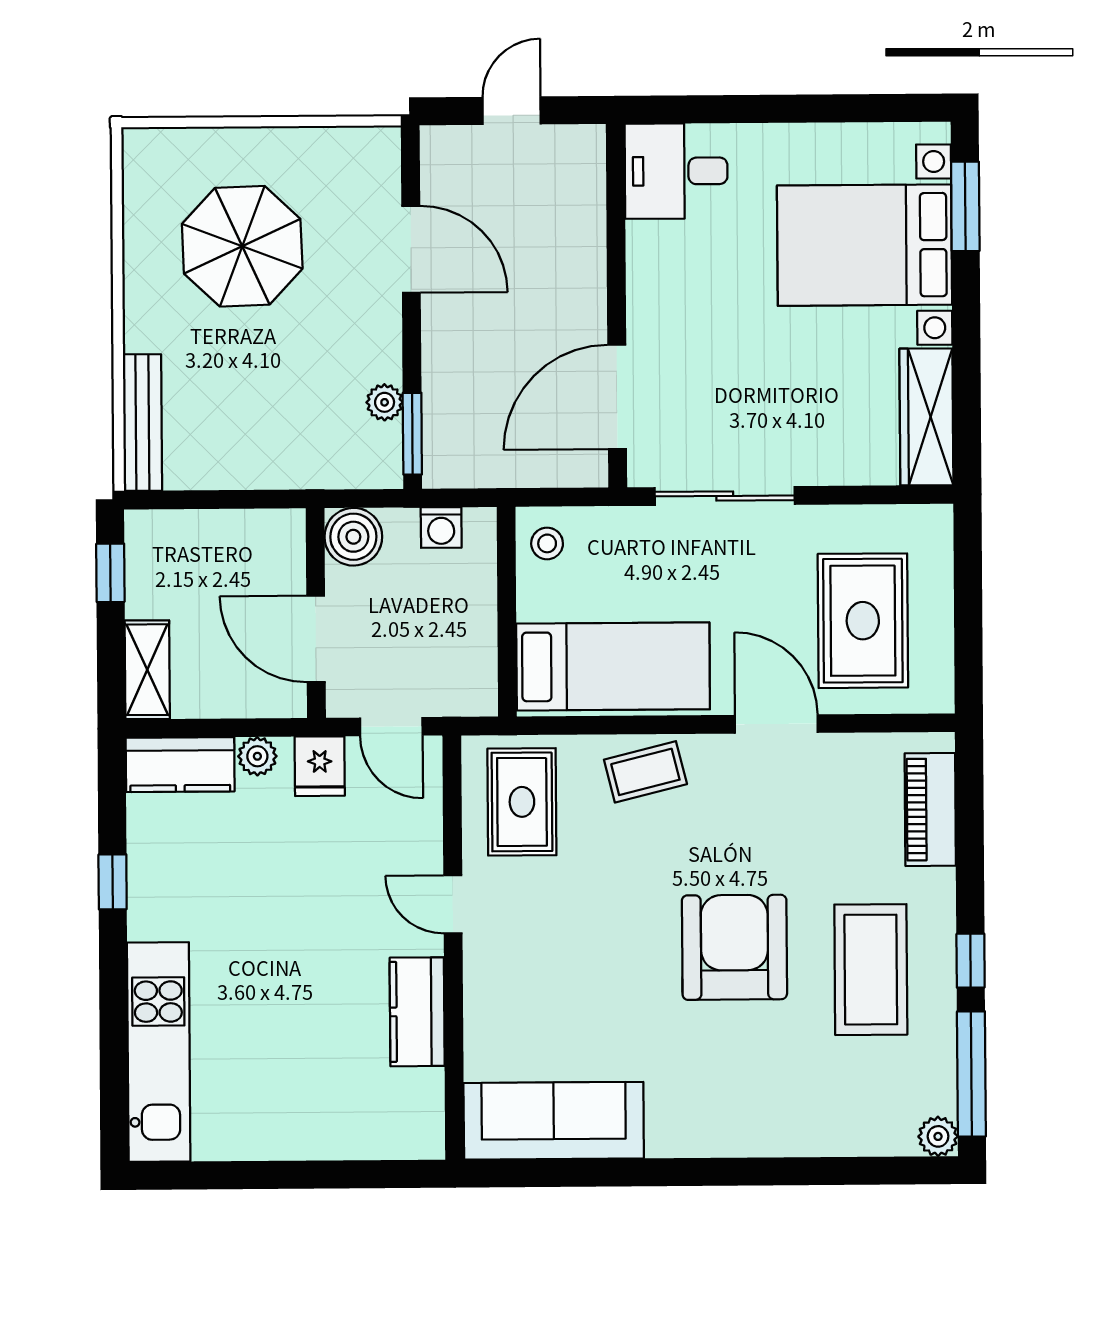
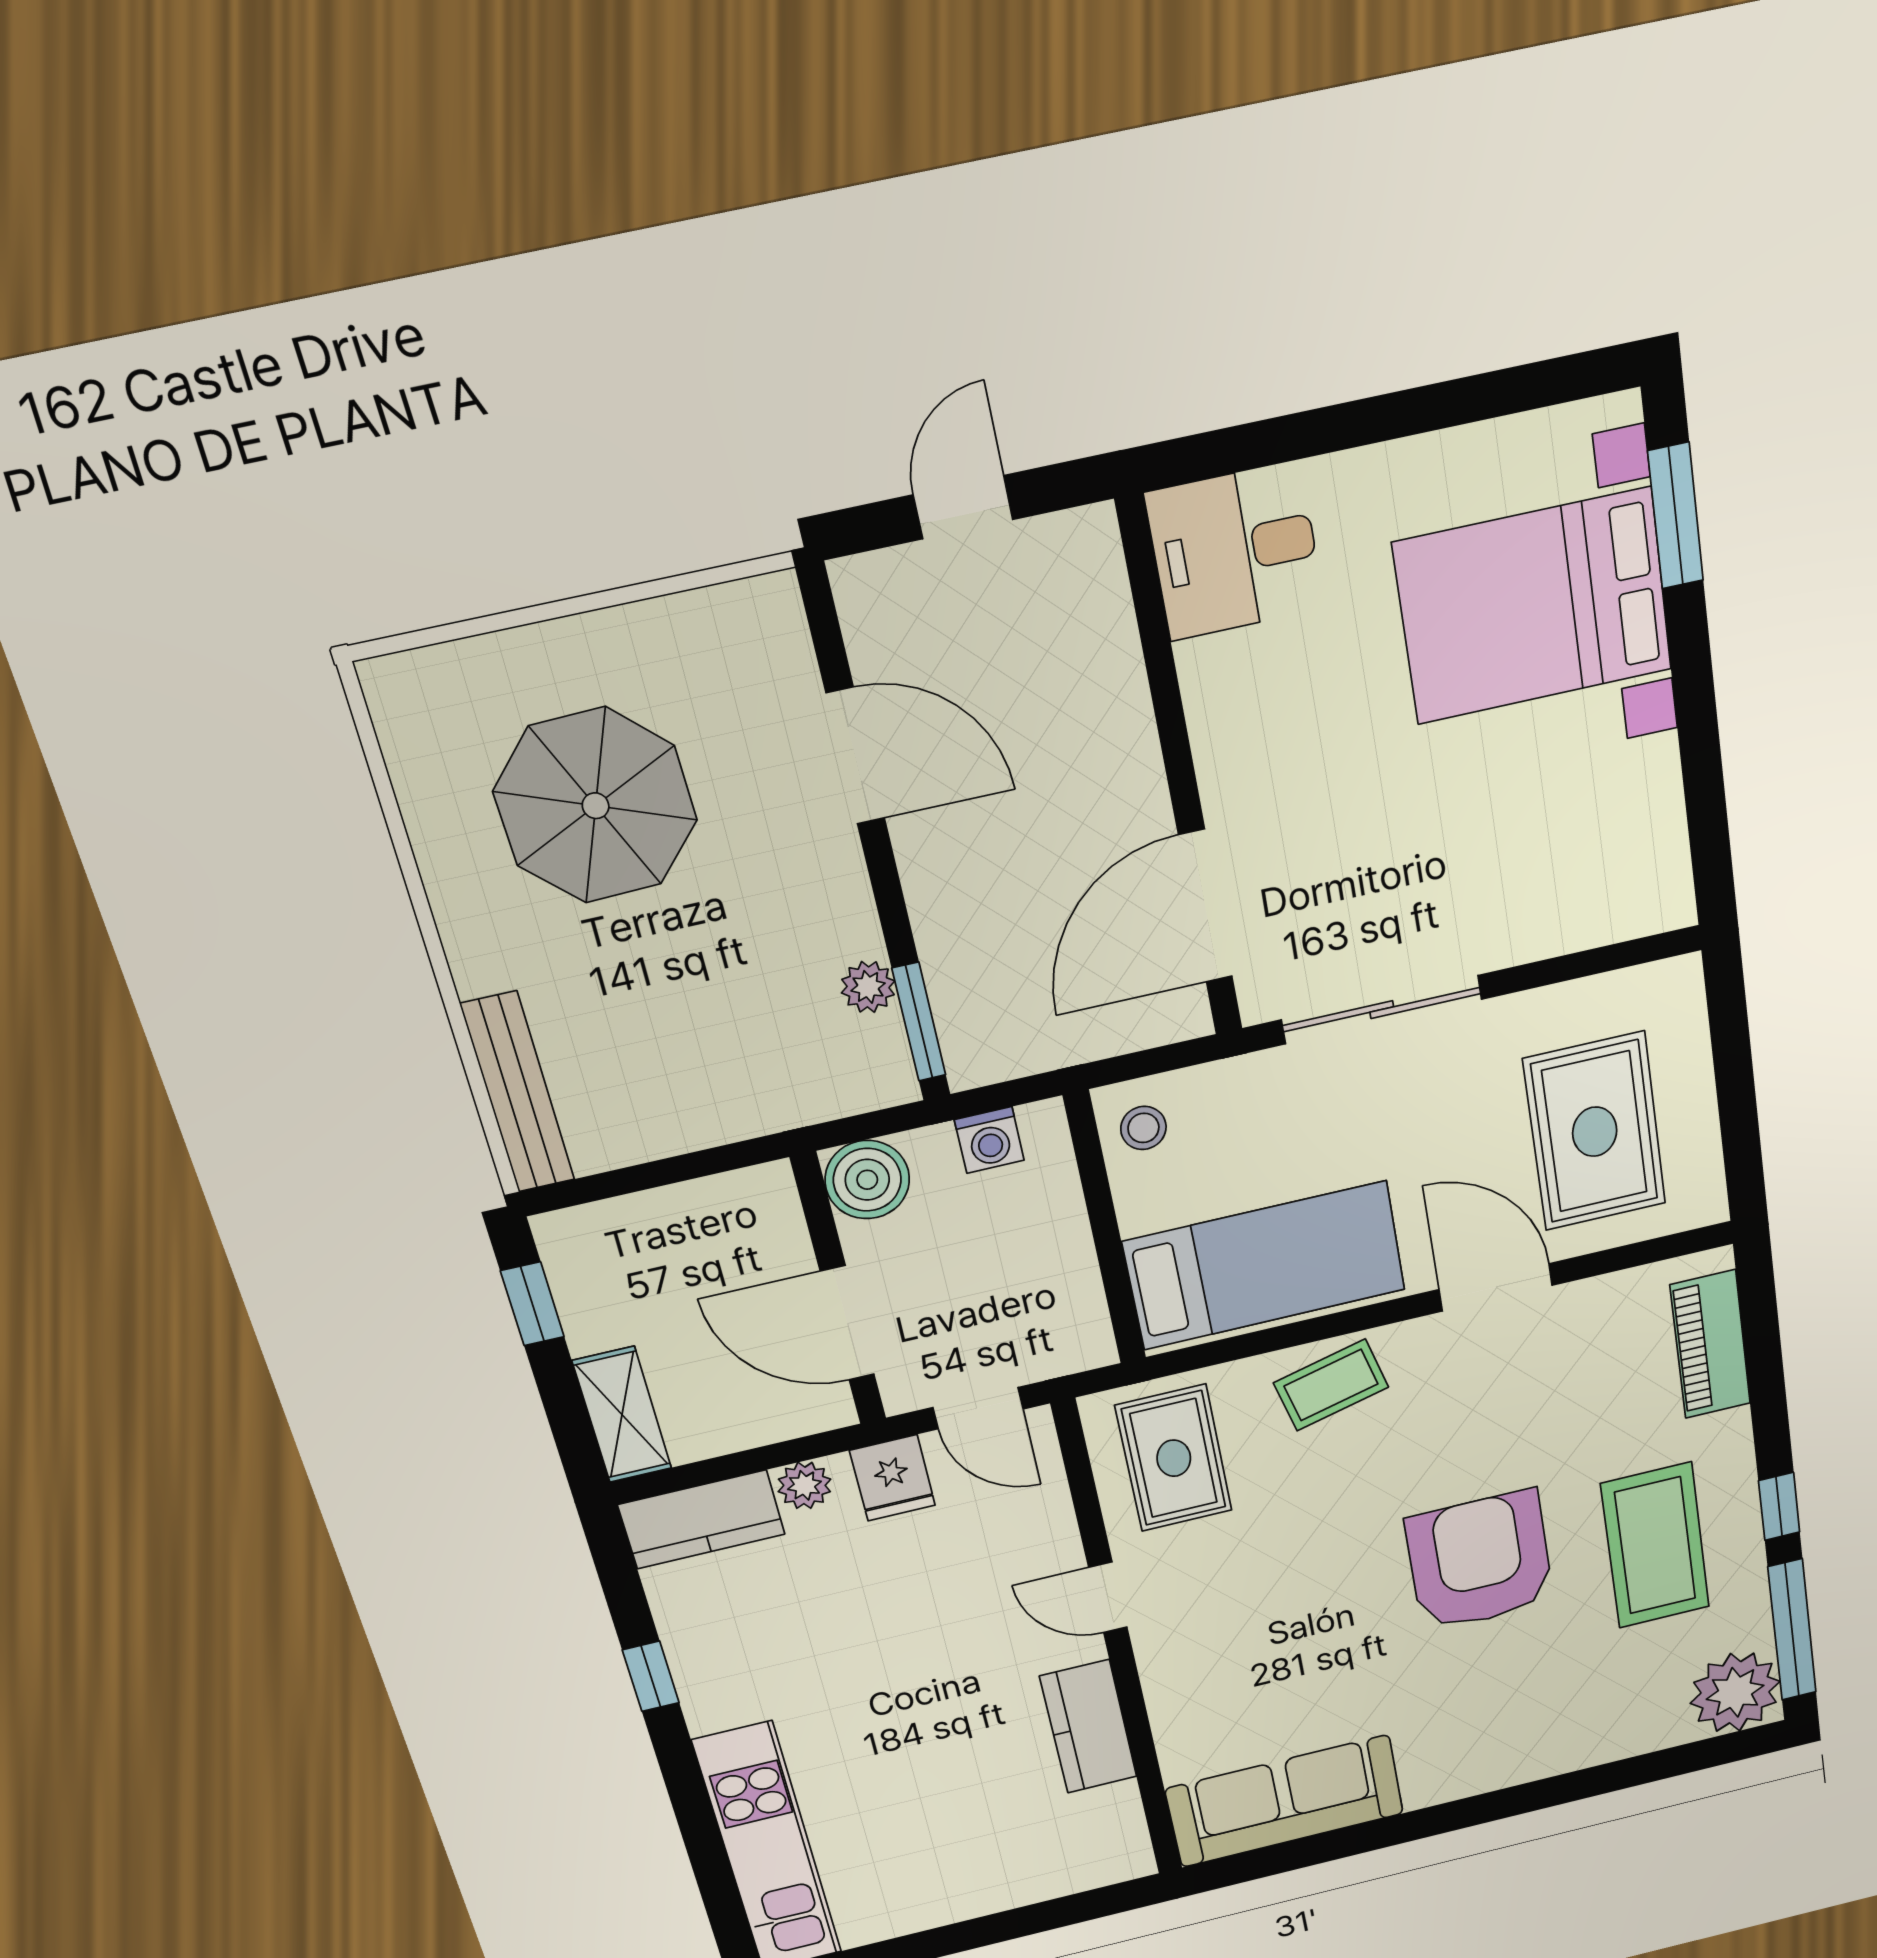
wardrobe: (926, 417) -> (1651, 839), removed
plant: (938, 1136) -> (1735, 1692), width x1.87, depth x1.87

